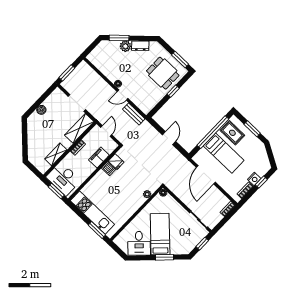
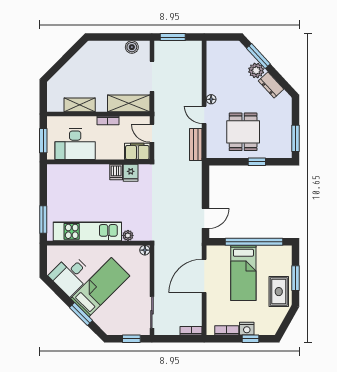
dining table: (163, 73) -> (243, 132), moved
boiler: (41, 110) -> (132, 47), moved
door: (106, 131) -> (152, 133), swing flipped
rug: (232, 133) -> (279, 292), moved
door: (169, 138) -> (206, 218), moved
filing cabinet: (99, 157) -> (137, 151), moved
desk: (63, 179) -> (75, 144), moved, turned -90
kitchen unit: (92, 213) -> (87, 231), moved, turned -90

